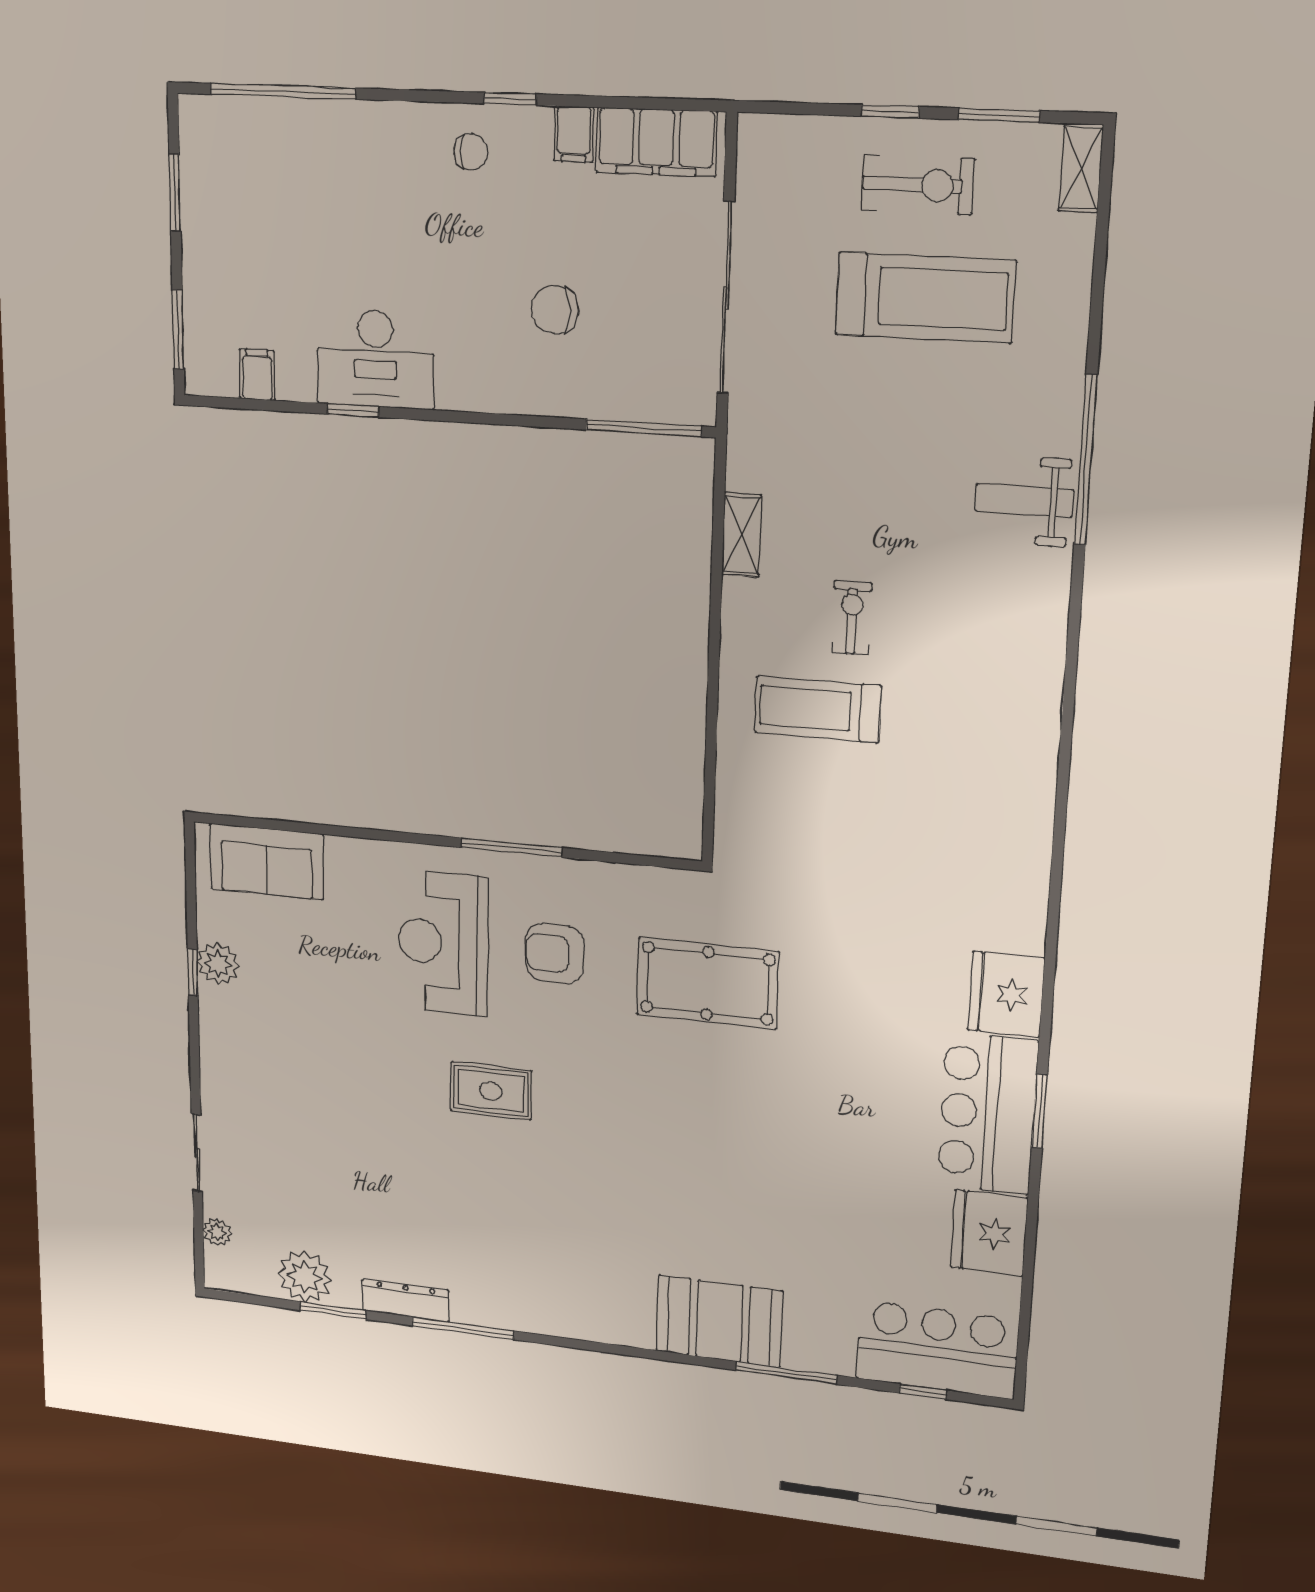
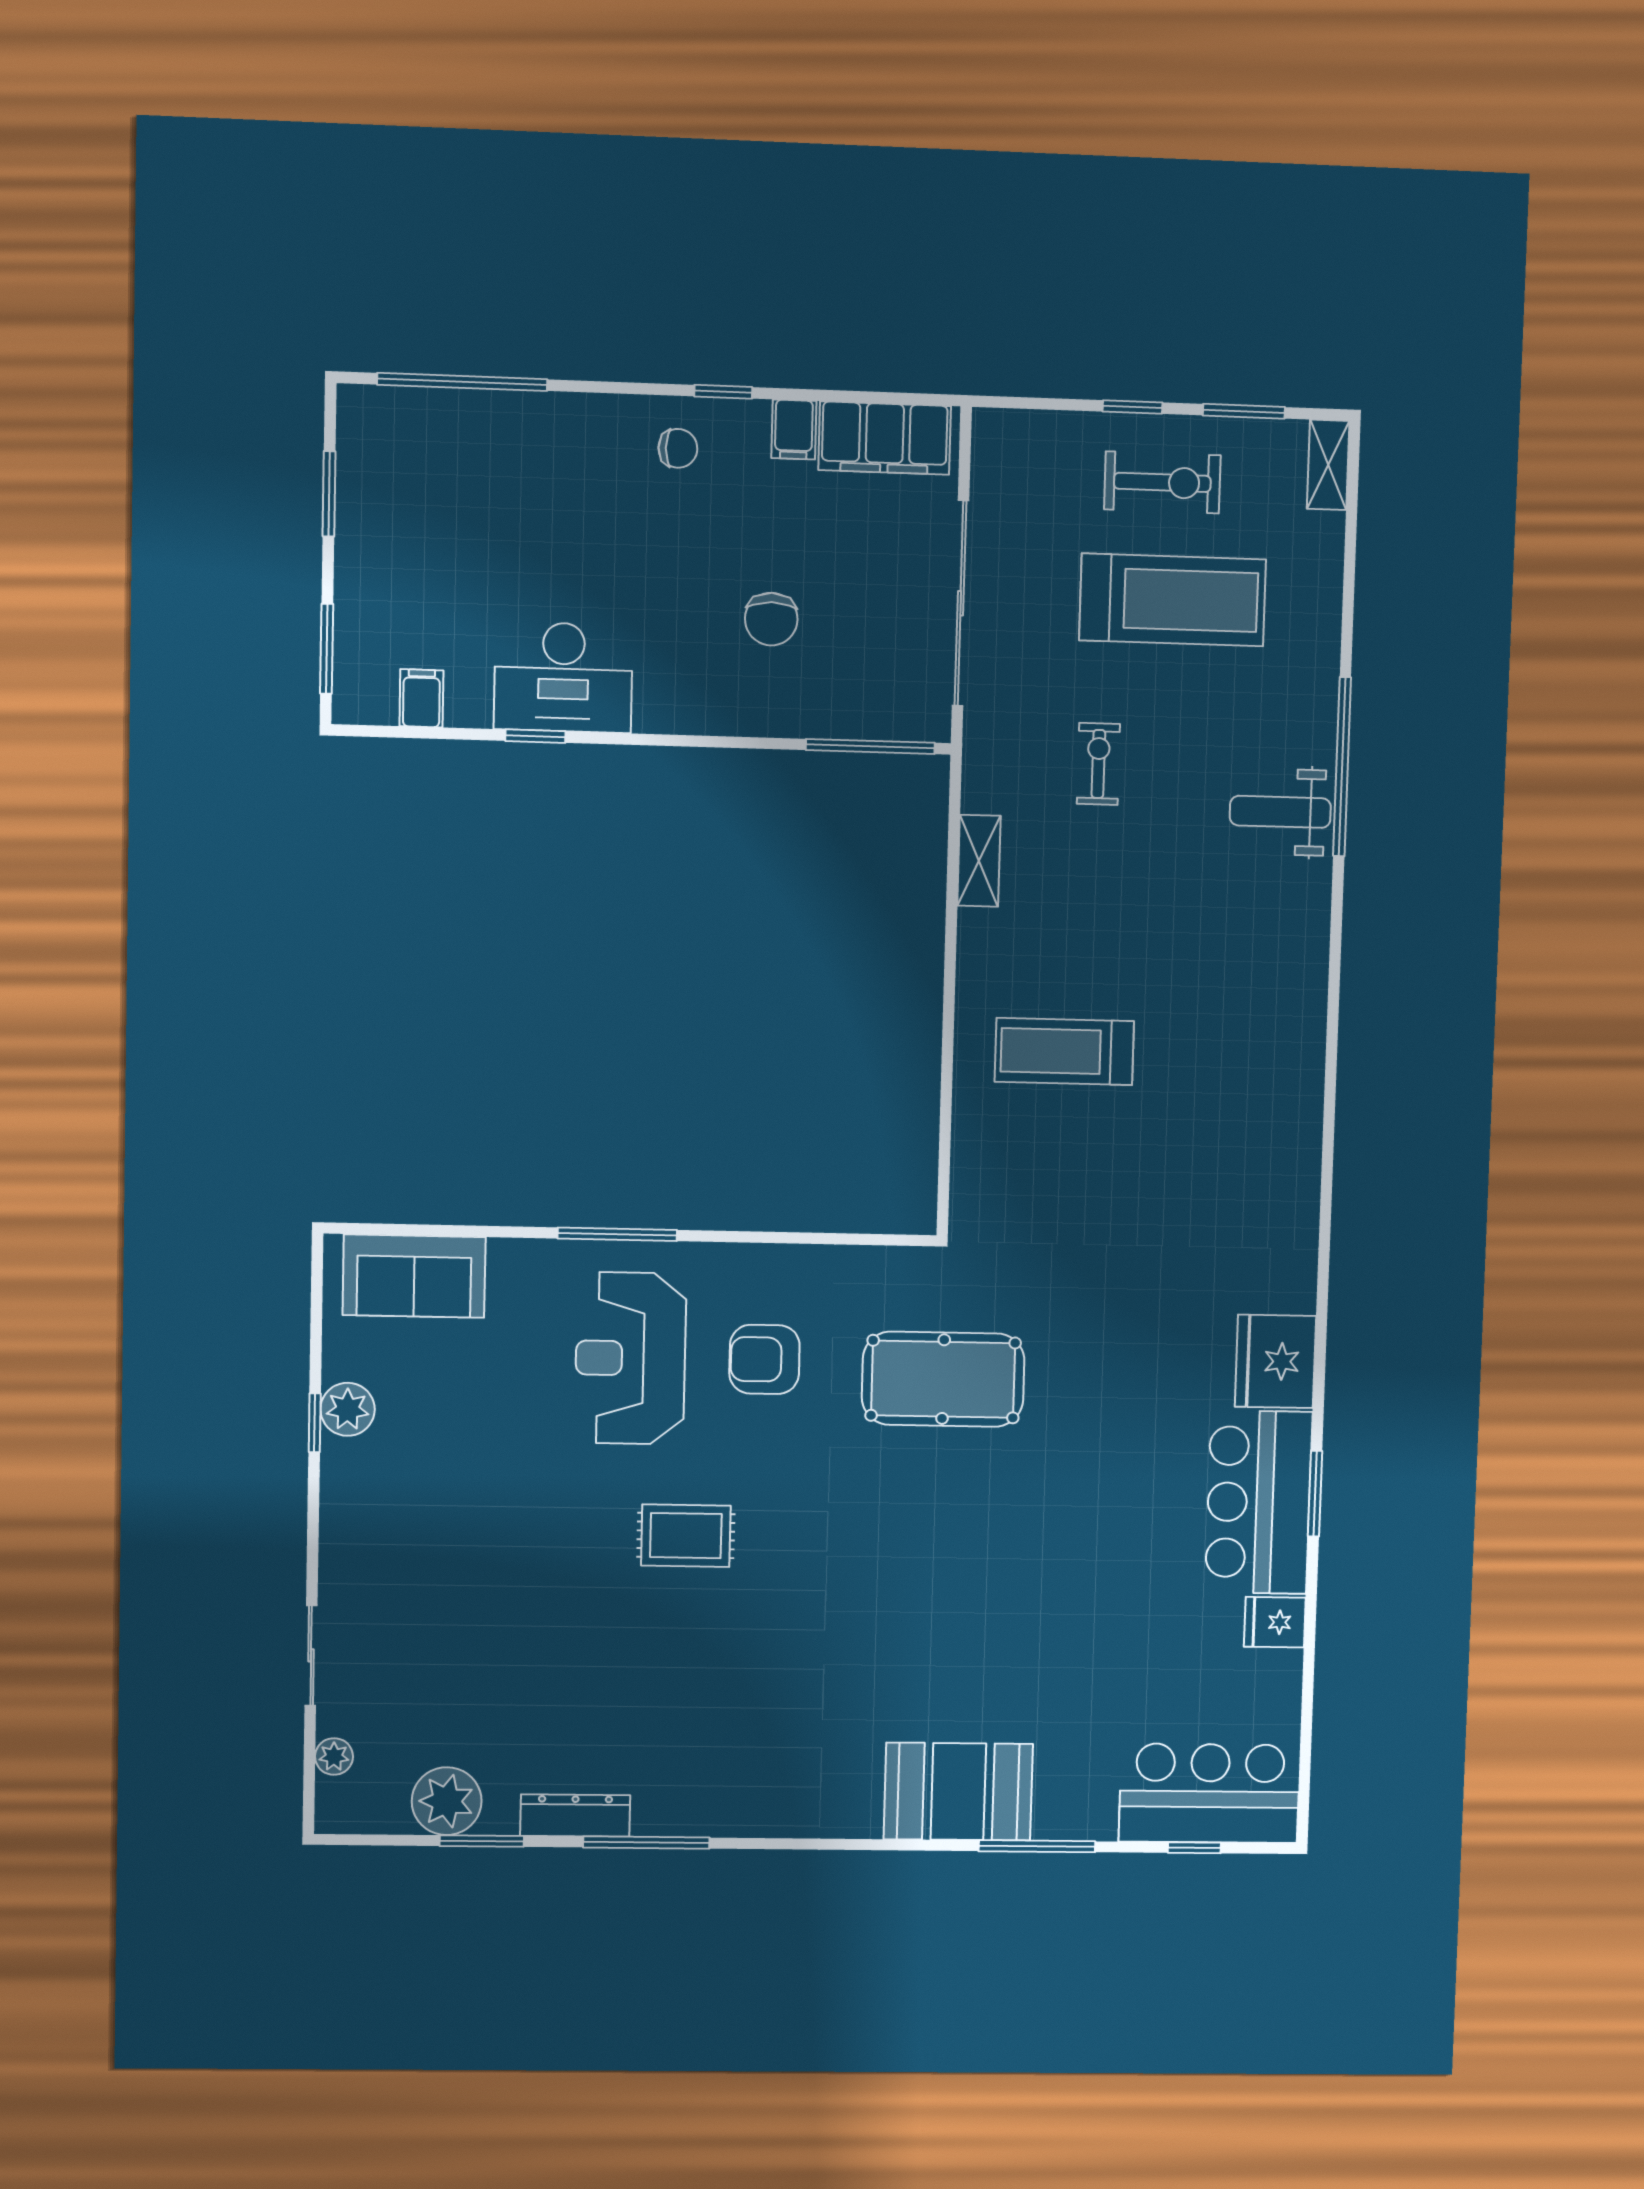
chair: (555, 310) -> (771, 619), turned -90
exercise bike: (852, 618) -> (1098, 764), moved
window: (511, 848) -> (617, 1234), moved
fridge: (989, 1233) -> (1275, 1622), width x0.53, depth x0.75

